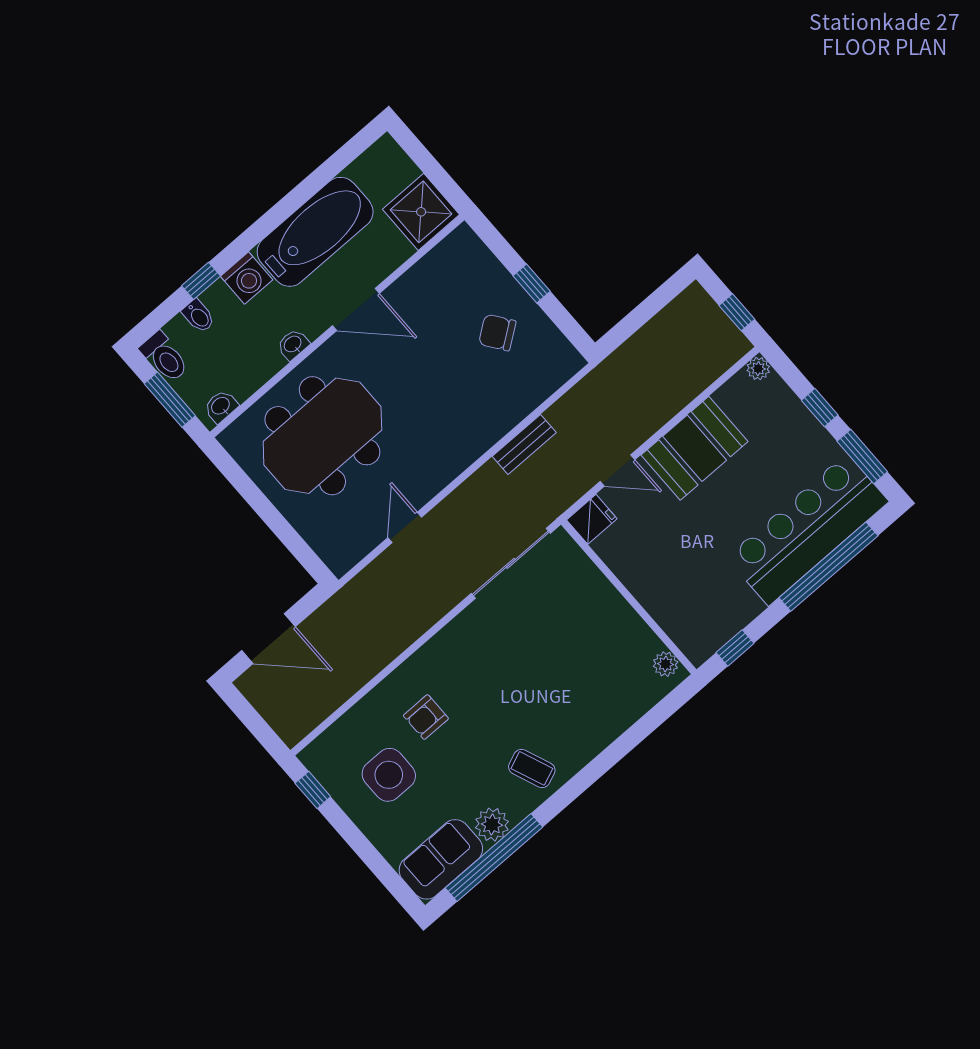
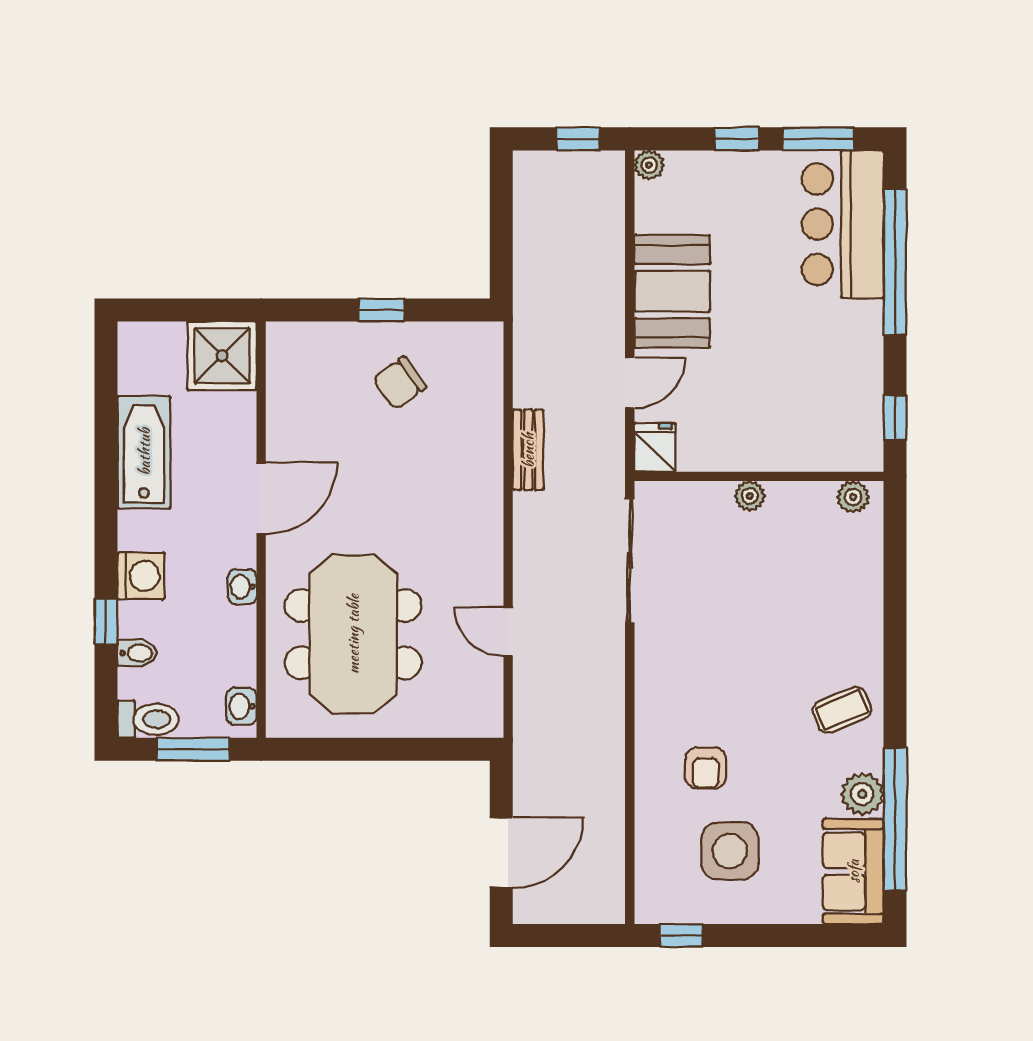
bathtub: (315, 232) -> (144, 452), width x0.73, depth x0.73
bar counter: (808, 530) -> (843, 224), width x0.73
plant: (612, 602) -> (750, 496), added

